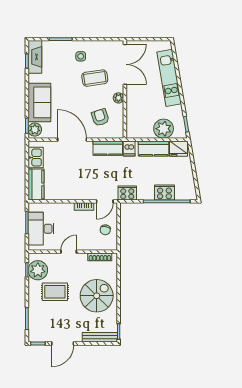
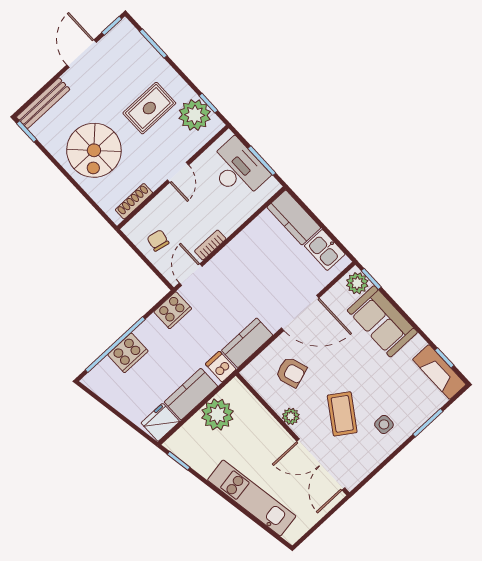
coffee table: (95, 78) -> (342, 414), turned -48
plant: (164, 129) -> (217, 415), moved

